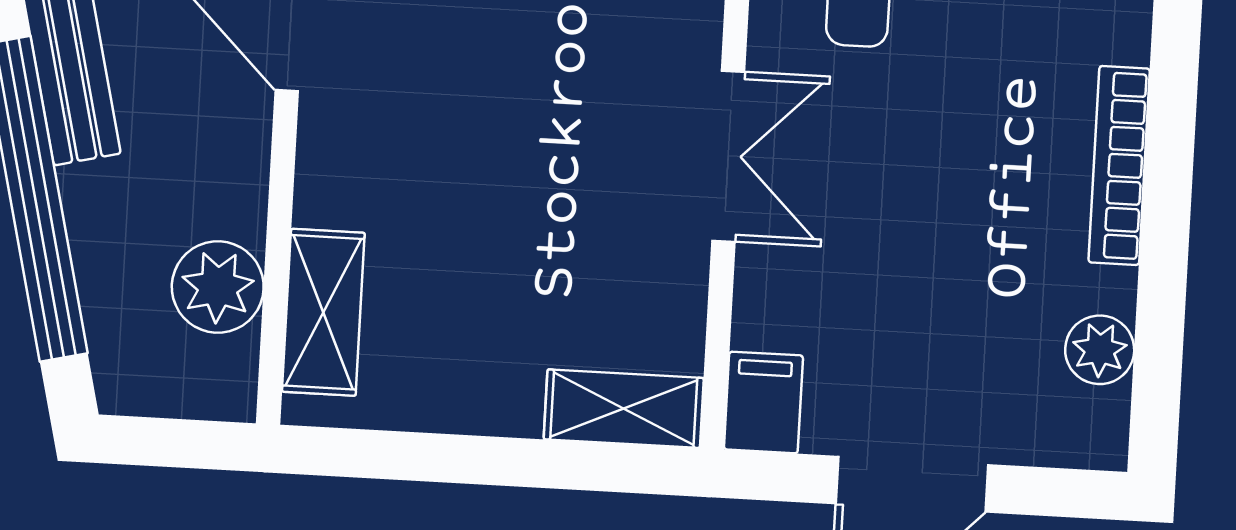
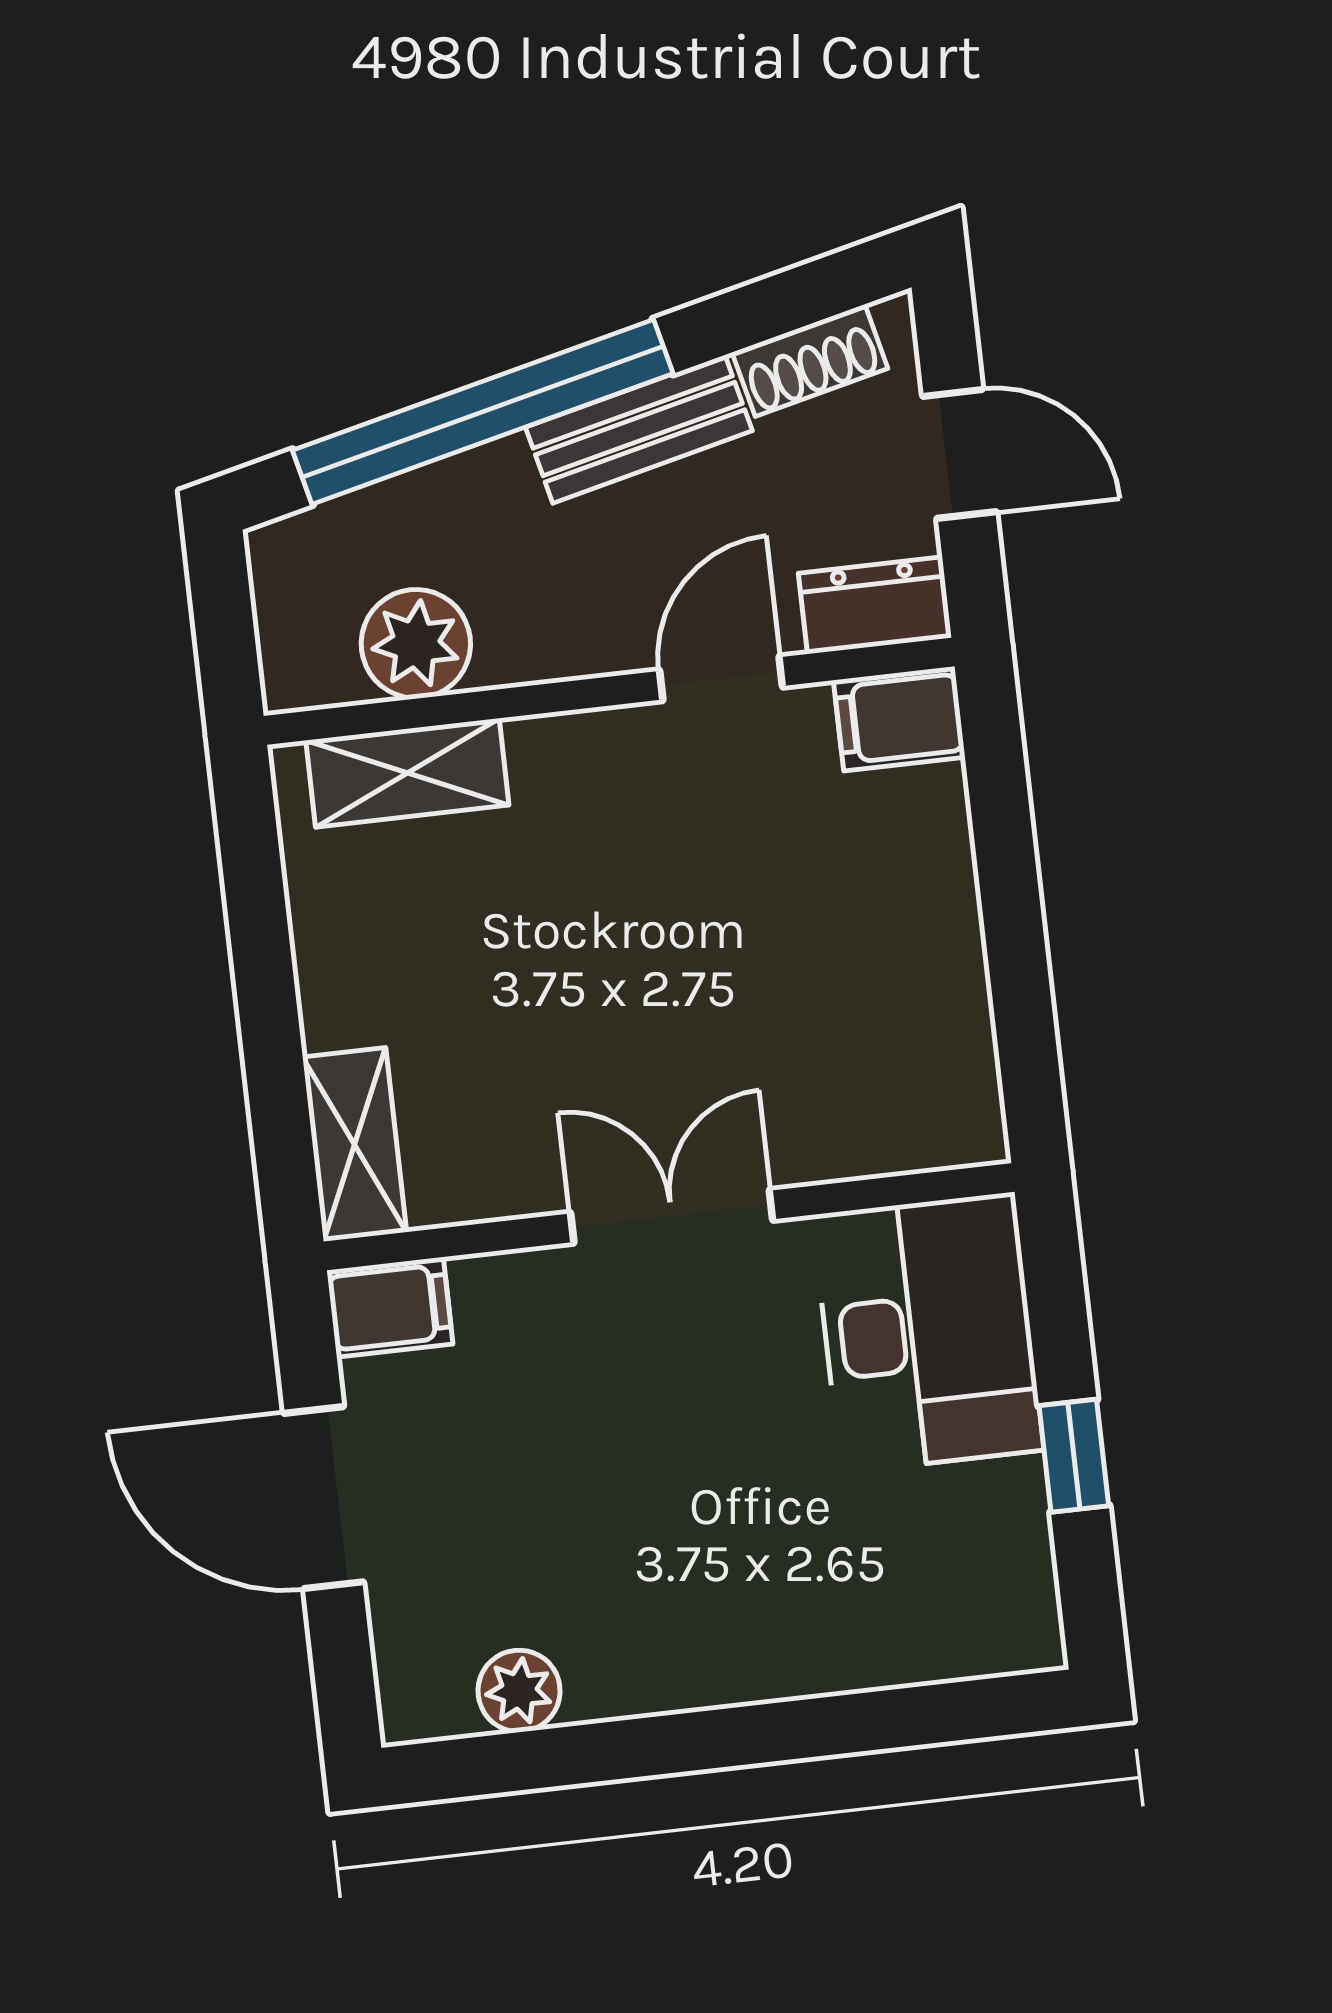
double door: (728, 156) -> (672, 1216), swing flipped
bookcase: (1119, 165) -> (739, 1677), removed

